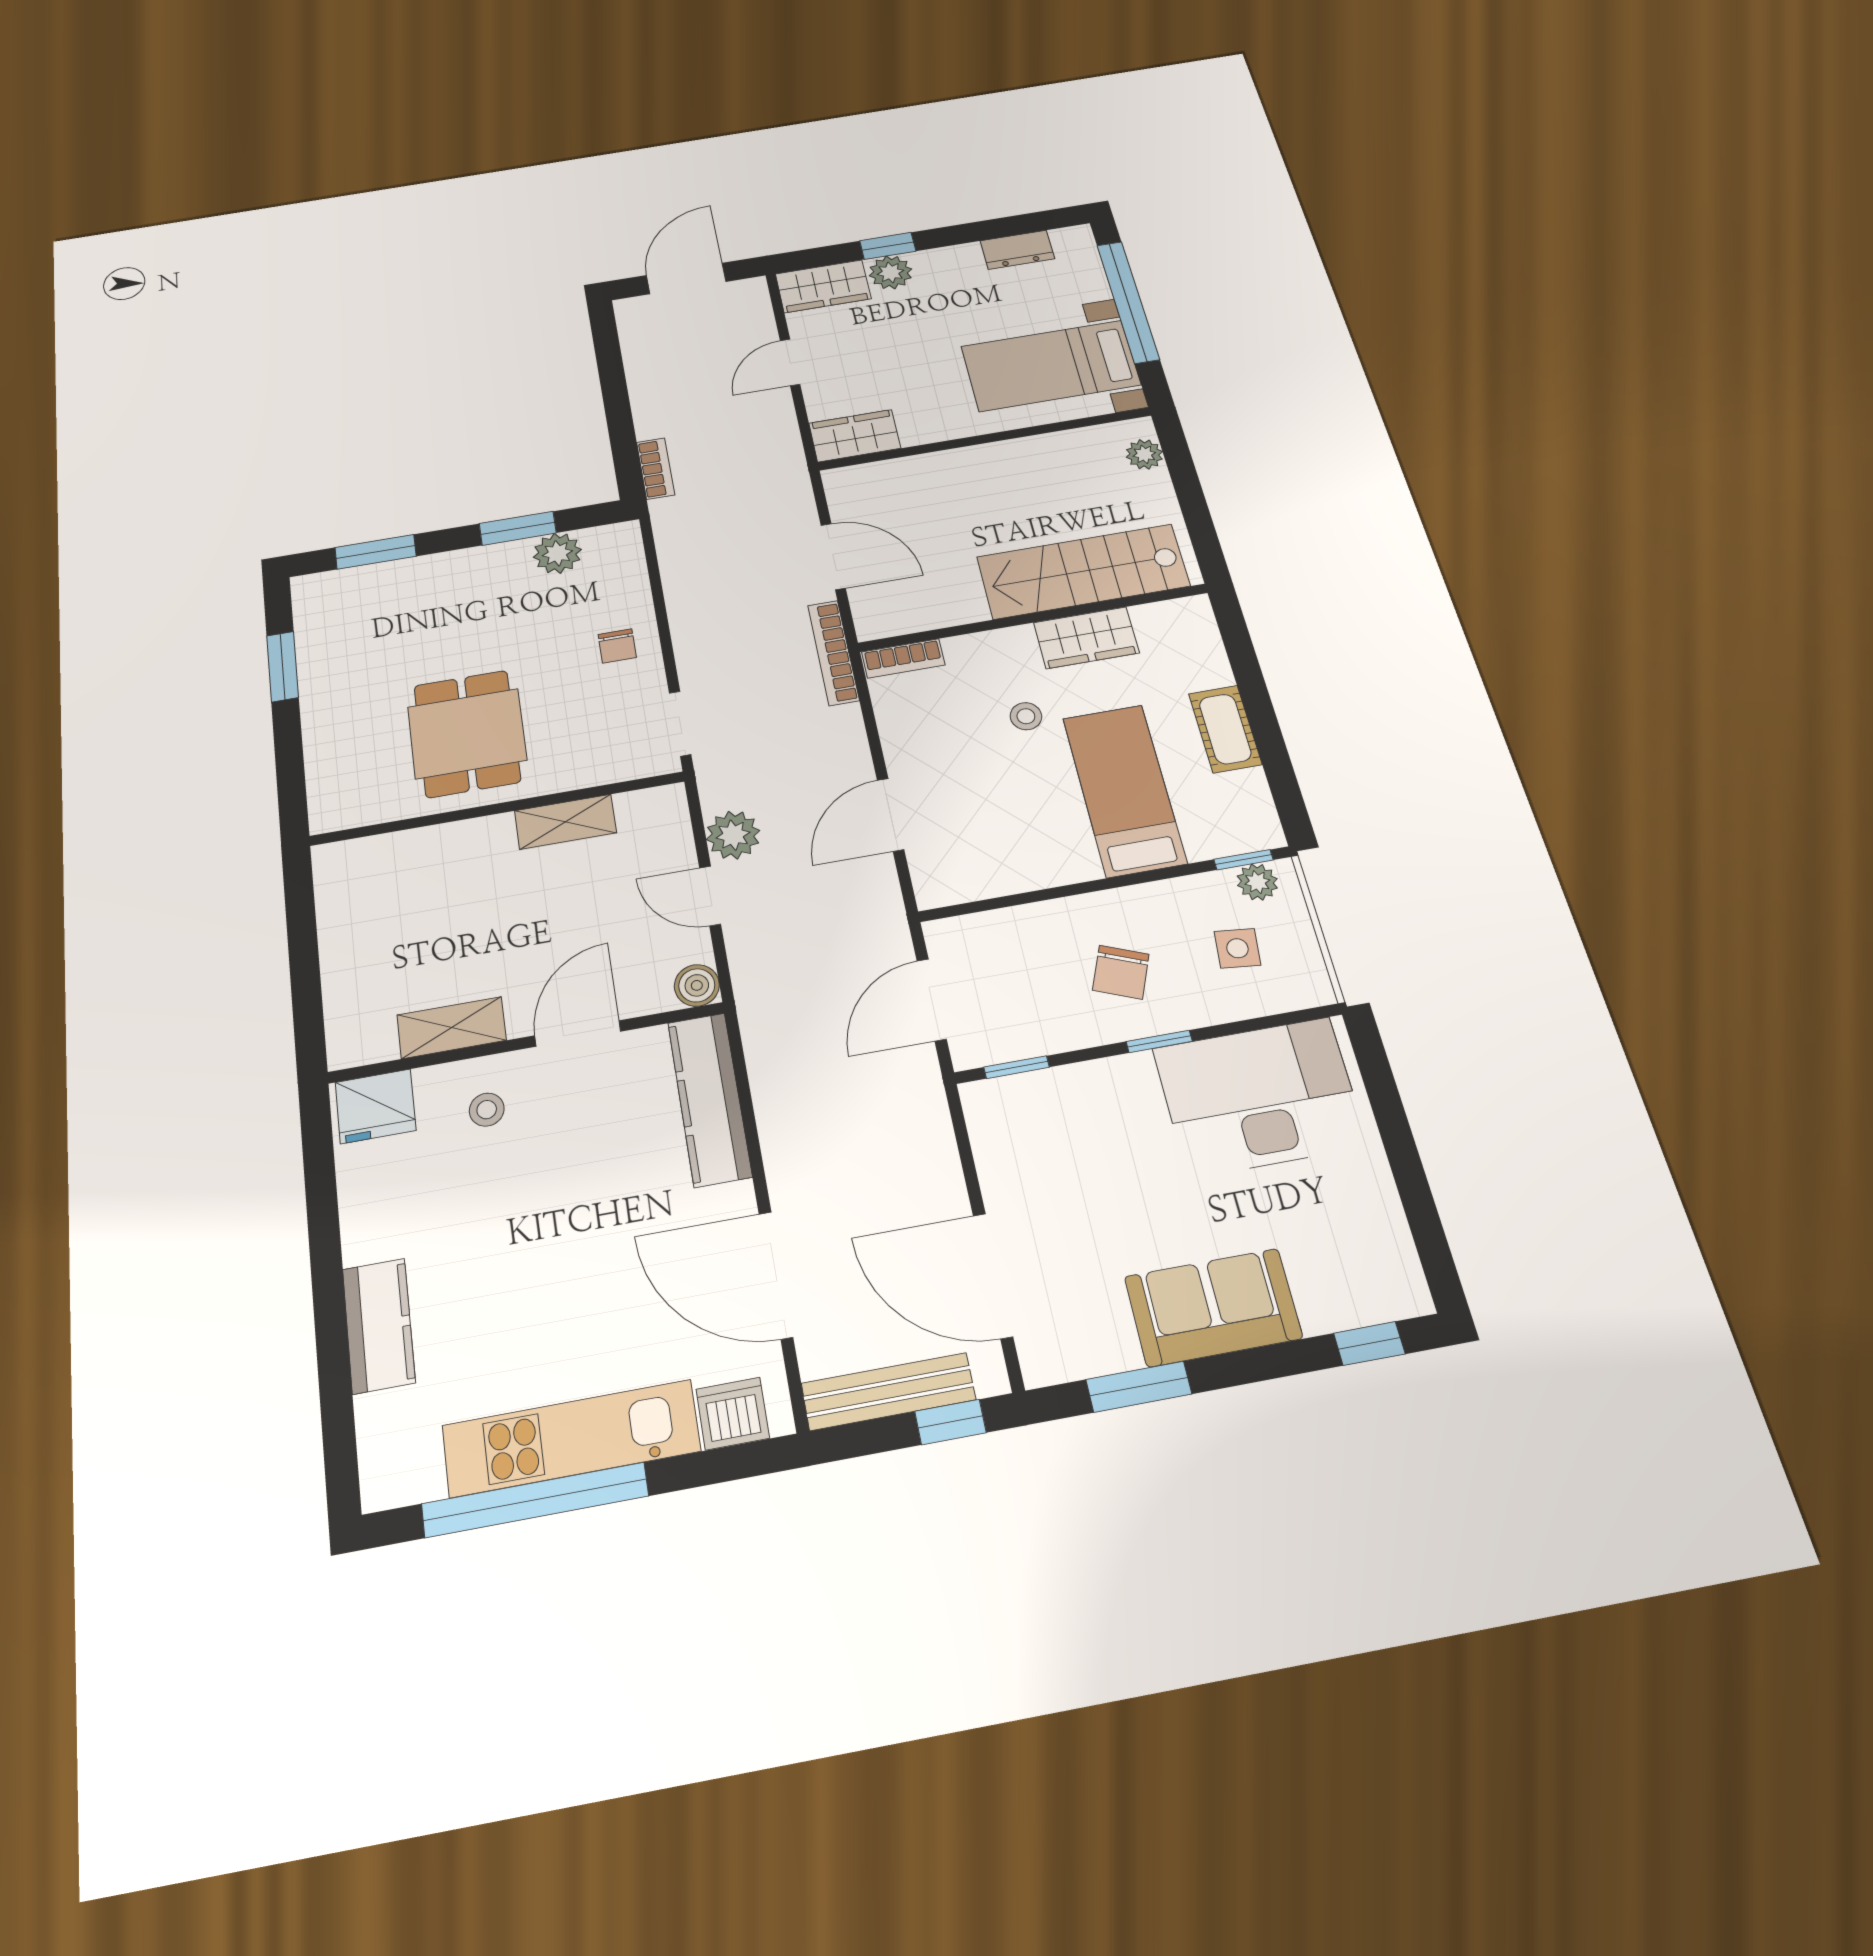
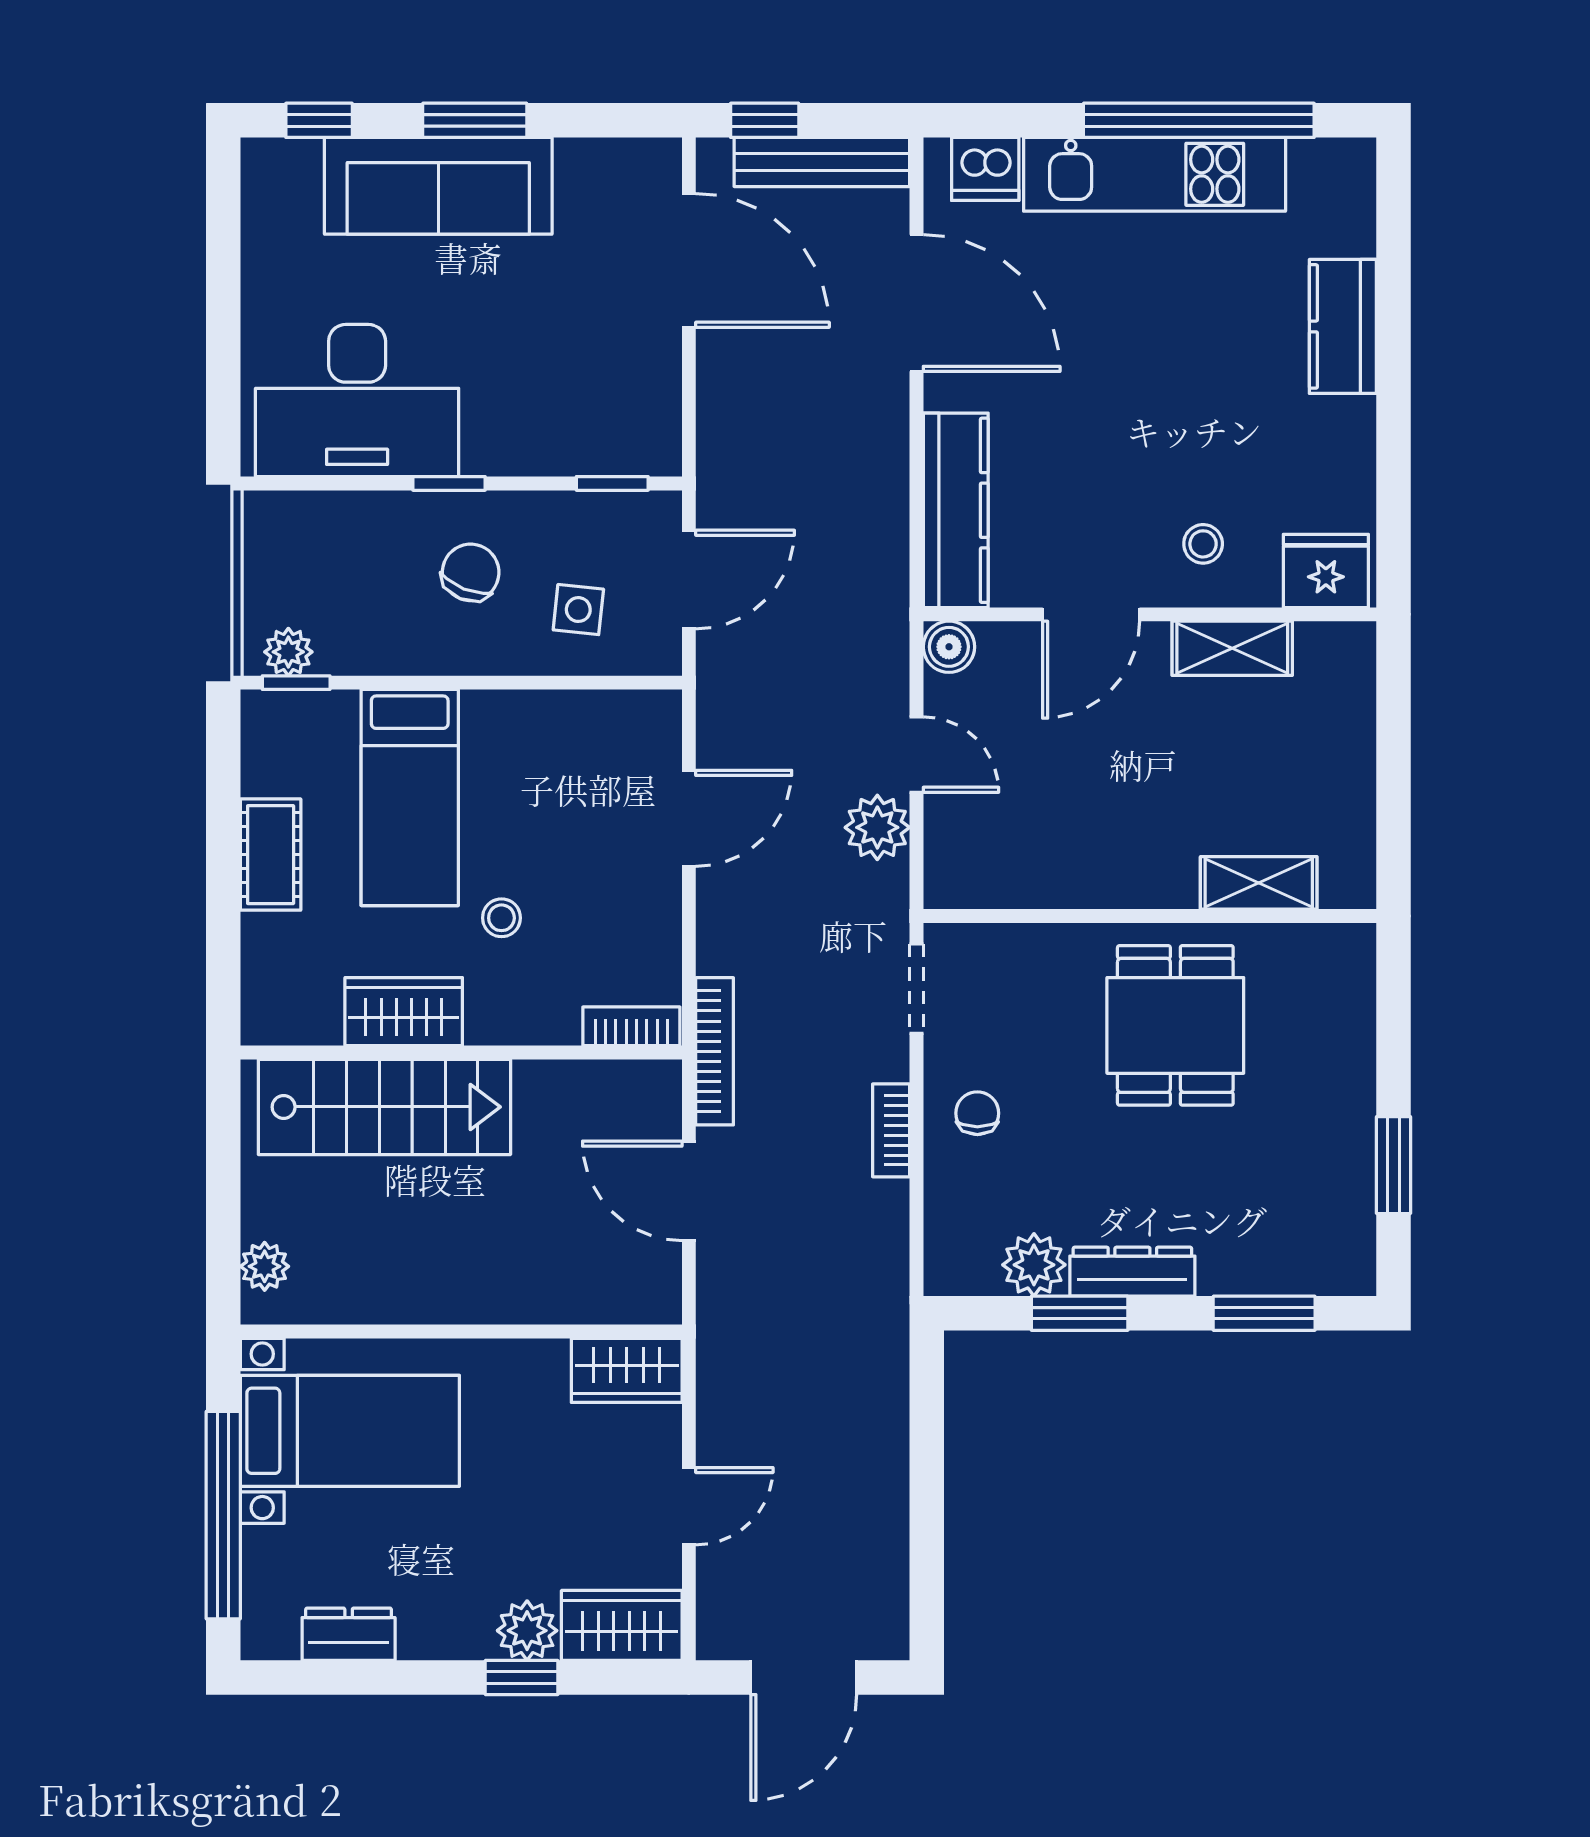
bookcase: (656, 469) -> (891, 1130), moved
dresser: (481, 562) -> (1132, 1272), added
shelving: (565, 822) -> (1259, 883), moved
side table: (1237, 948) -> (578, 610), moved
sofa: (1213, 1307) -> (438, 186), width x1.36
window: (1139, 1387) -> (475, 120), moved

